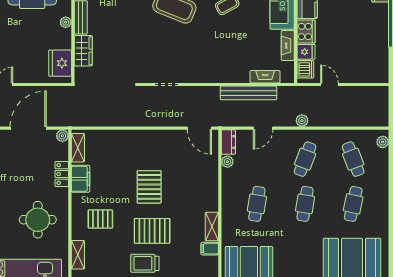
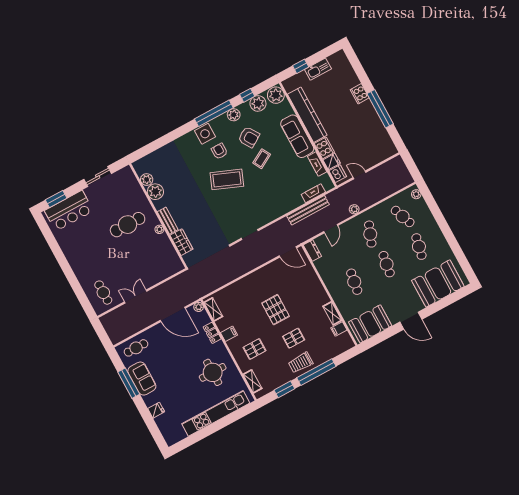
fridge: (60, 63) -> (171, 259), removed
door: (28, 128) -> (173, 314), swing flipped
plant: (227, 162) -> (319, 264), removed
filing cabinet: (80, 179) -> (229, 334), width x0.50
pallet: (152, 231) -> (294, 338), width x0.67, depth x0.71

